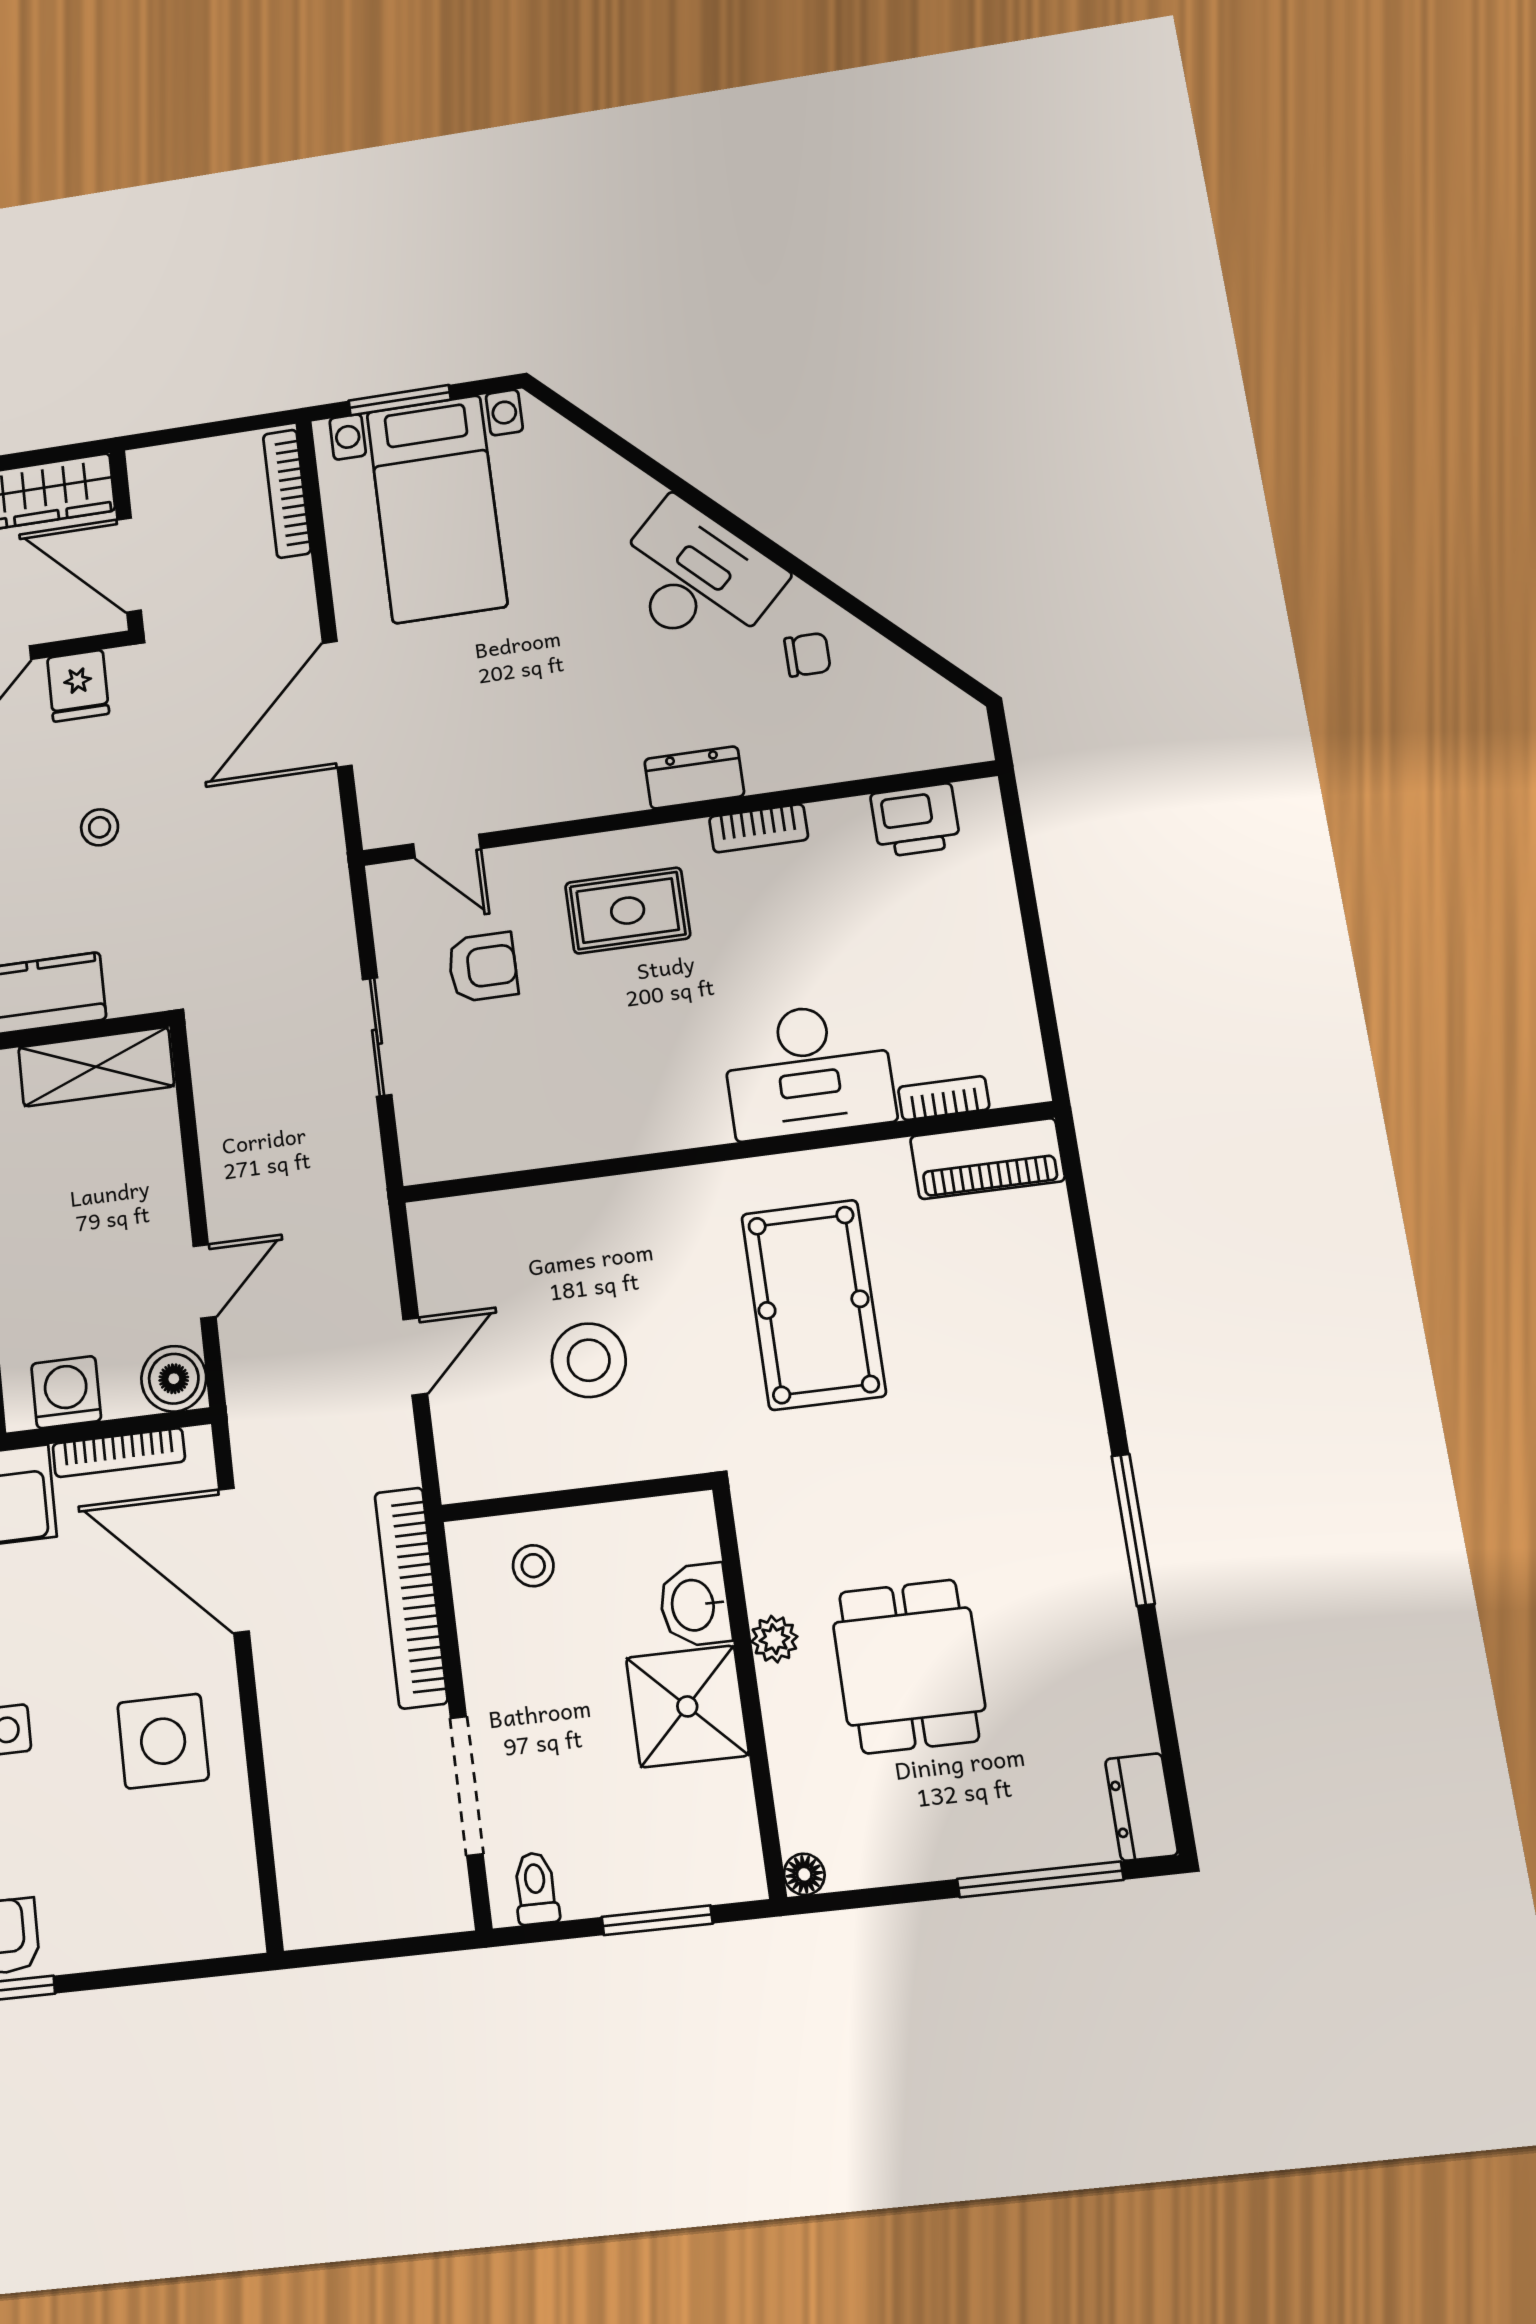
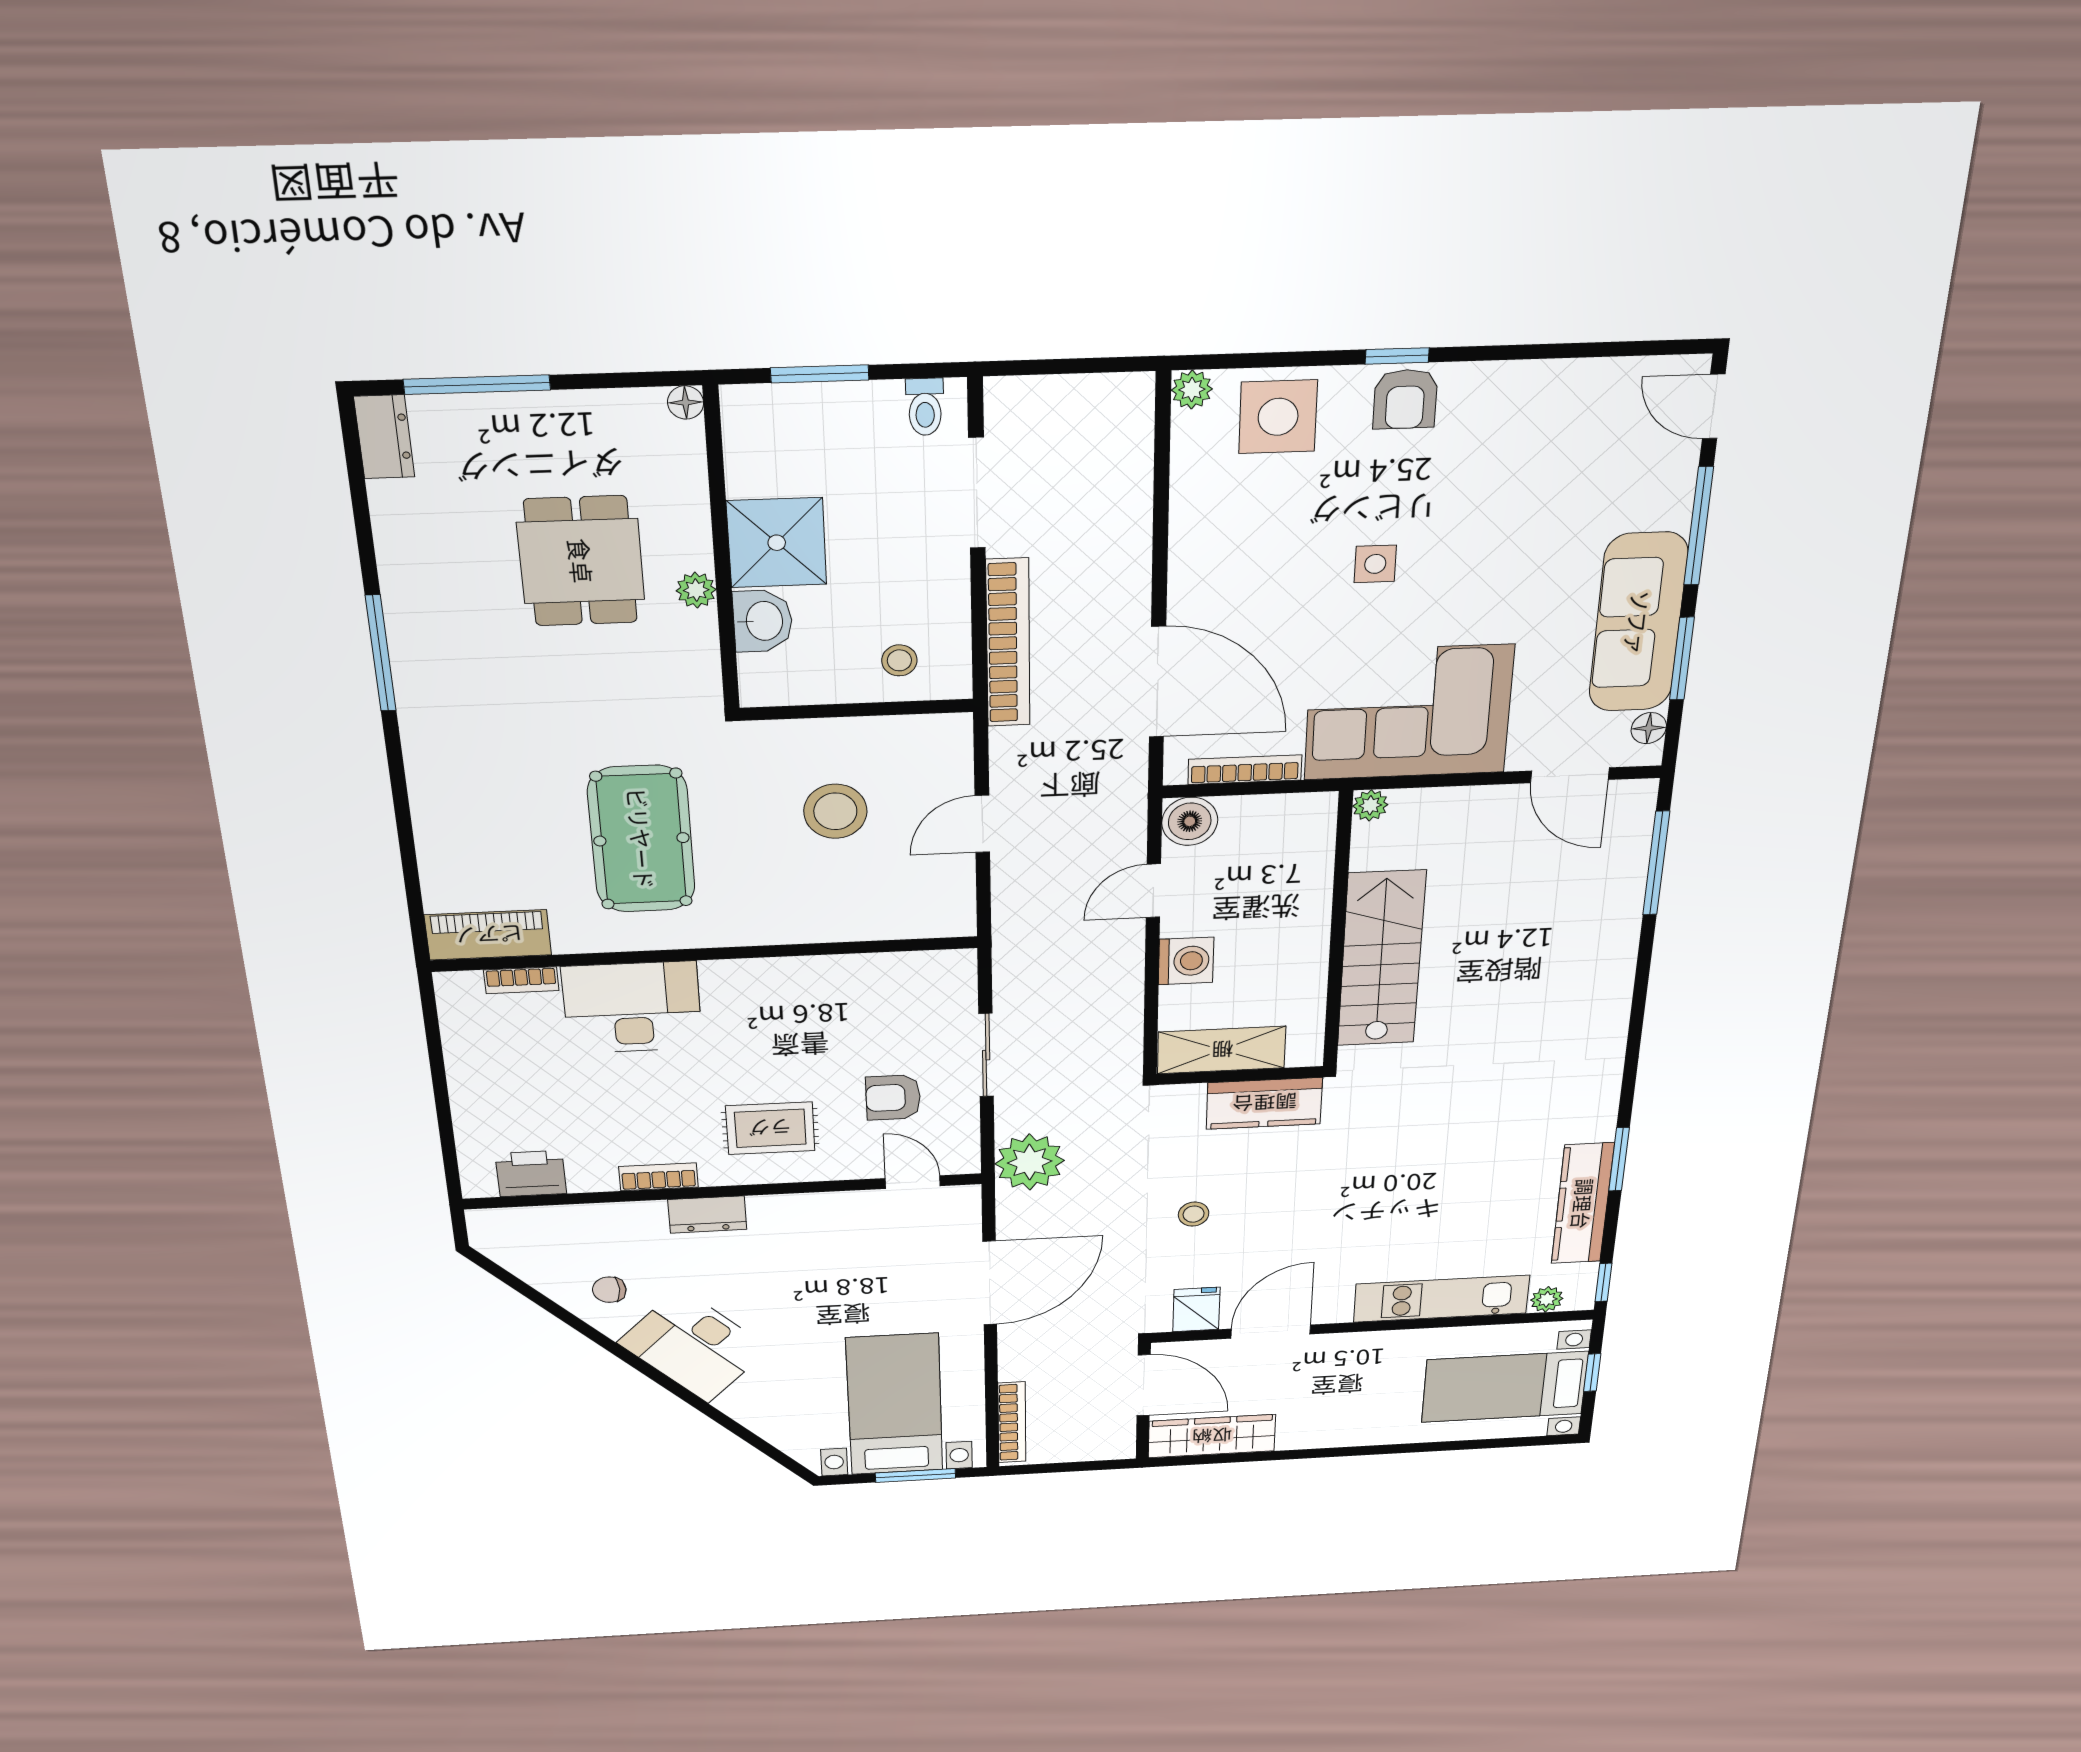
plant: (308, 887) -> (1030, 1162), added
washing machine: (66, 1392) -> (1186, 961), moved, turned -90
side table: (163, 1741) -> (1278, 417), moved
plant: (241, 1931) -> (1192, 390), added

